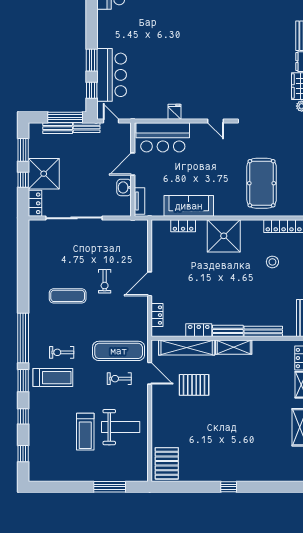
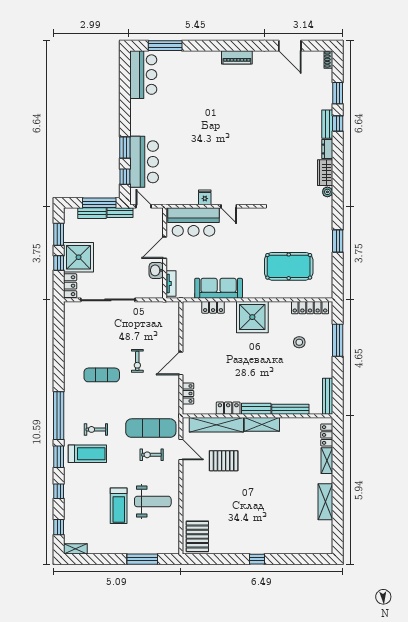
door: (216, 121) -> (229, 206), moved
pool table: (262, 183) -> (289, 266), turned 90
shelving: (40, 476) -> (75, 549), added

